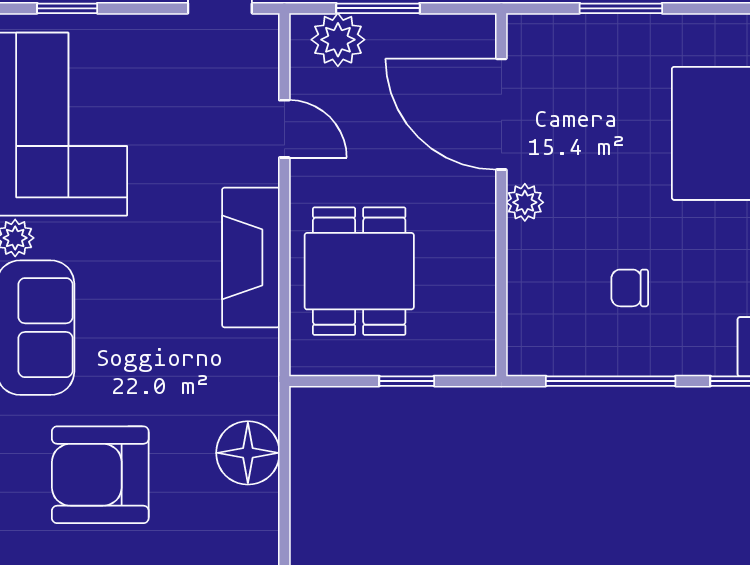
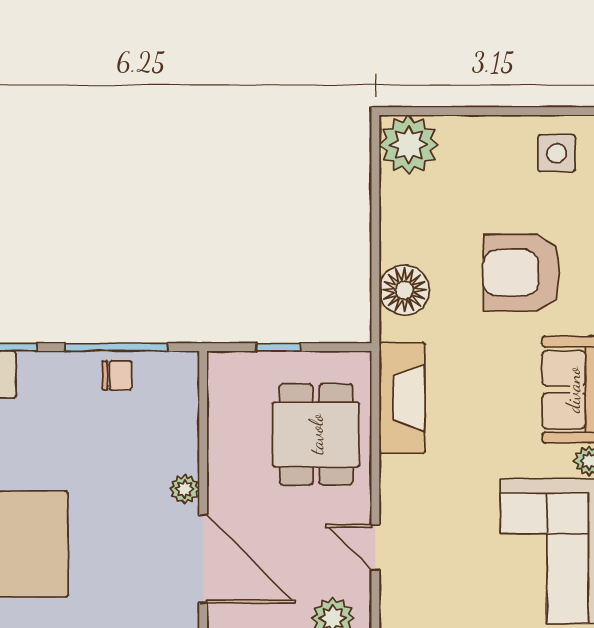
fireplace: (251, 257) -> (402, 398), moved
chair: (630, 288) -> (117, 376), moved
armchair: (100, 475) -> (522, 273), turned 180

